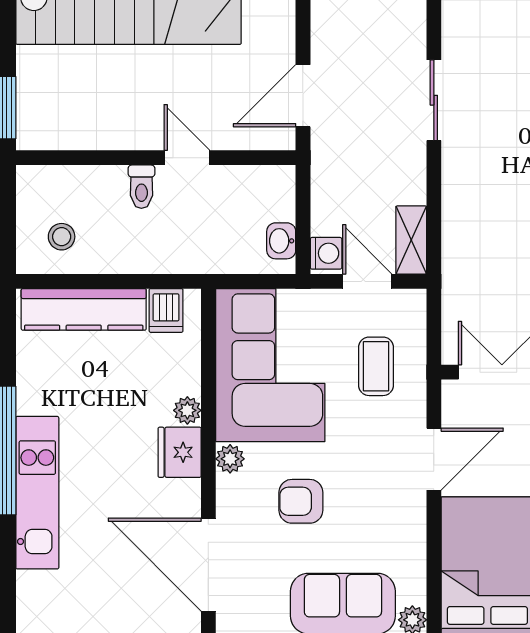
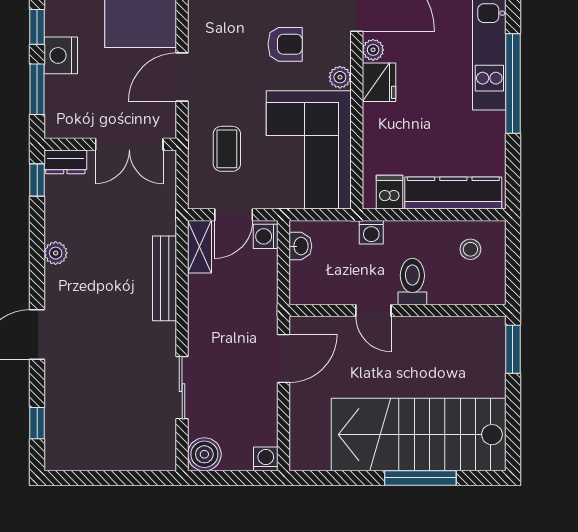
sliding door: (434, 100) -> (182, 388), moved
toilet: (141, 187) -> (412, 282), width x1.37, depth x1.39
bench: (457, 199) -> (165, 278), added
washing machine: (190, 259) -> (371, 232), added
door: (367, 281) -> (234, 215), hinge flipped
plant: (187, 410) -> (373, 50), moved

